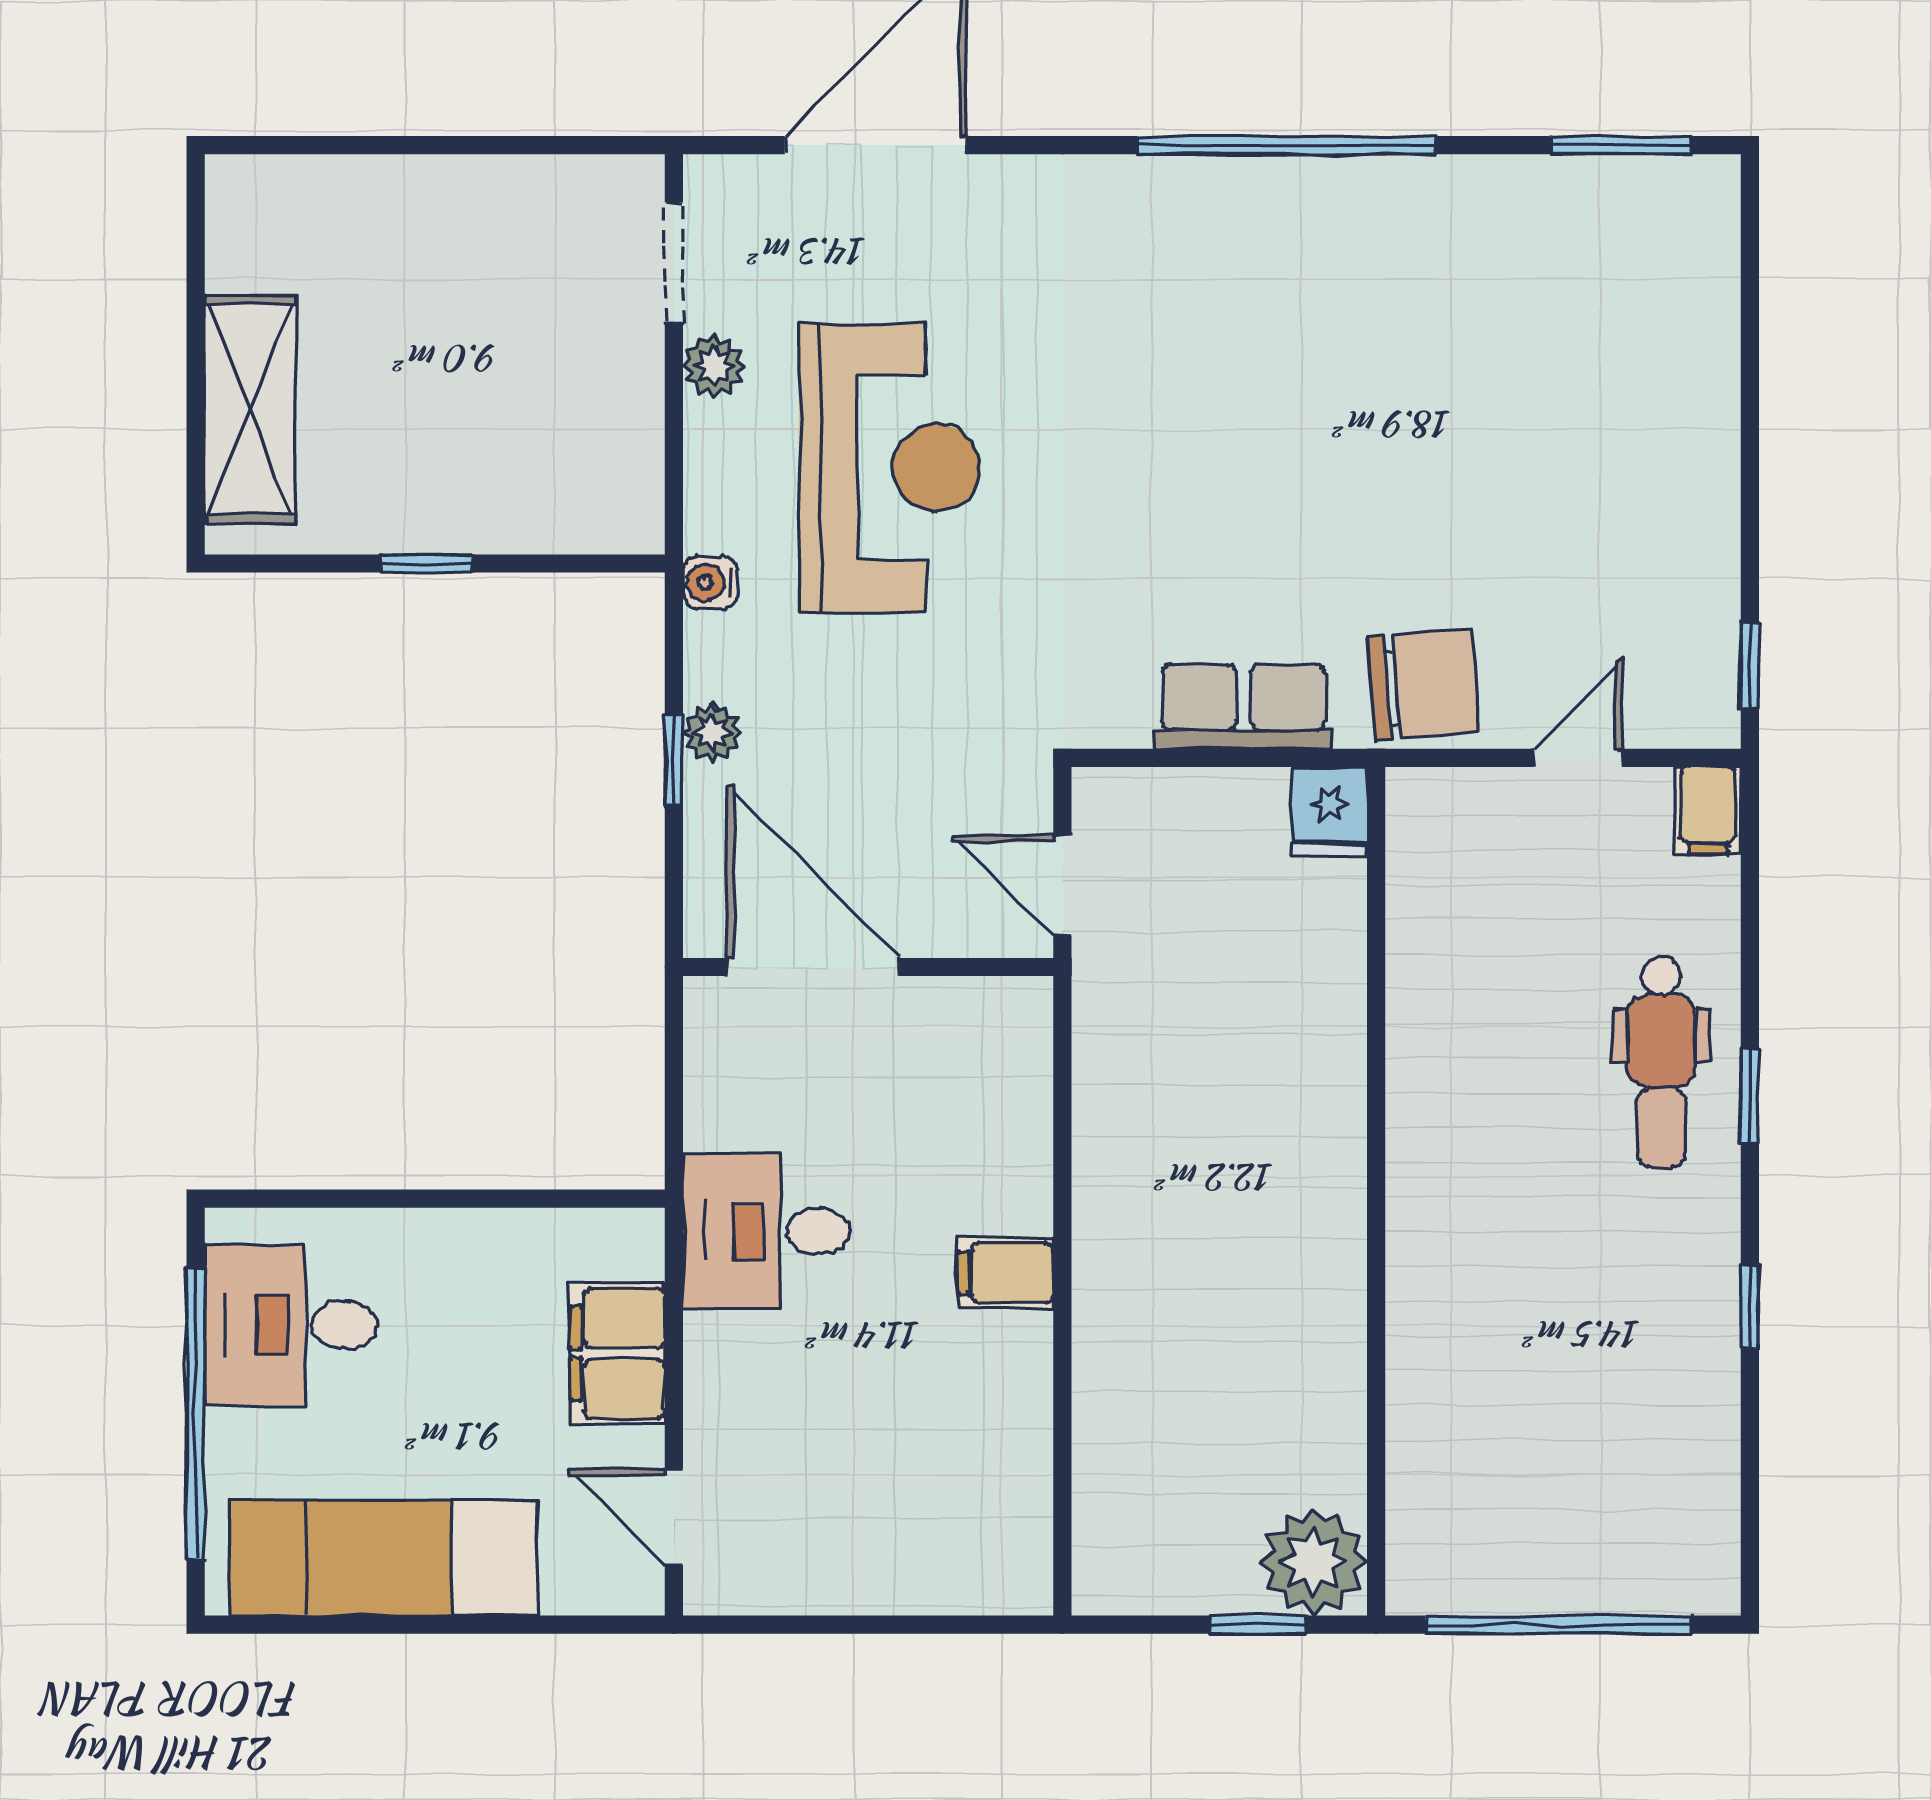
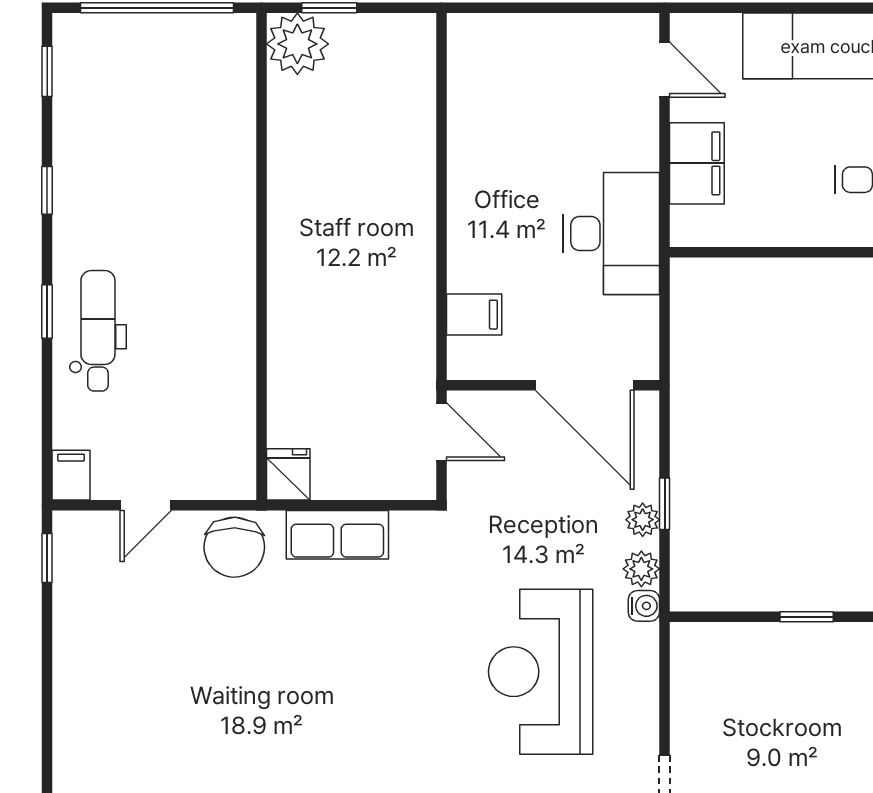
plant: (714, 366) -> (641, 569), moved
chair: (1424, 685) -> (234, 547), turned -84
desk: (767, 1231) -> (611, 234), width x1.37
filing cabinet: (1006, 1273) -> (474, 315), moved
window: (1750, 1514) -> (47, 71), added

